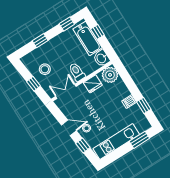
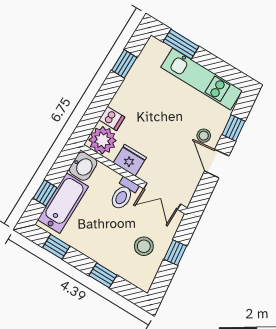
dishwasher: (129, 102) -> (112, 118), moved

